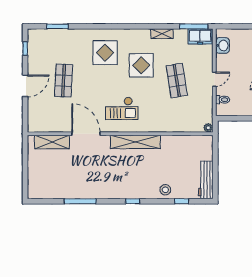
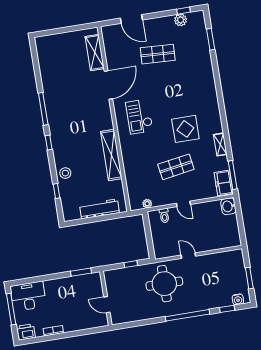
washbasin: (222, 45) -> (228, 206), moved, turned 90
plant: (34, 53) -> (181, 20), added
display table: (105, 53) -> (192, 91), removed
door: (25, 86) -> (131, 19), moved
plant: (208, 128) -> (147, 204), moved
shelving: (135, 142) -> (111, 155), moved
workbench: (206, 180) -> (99, 209), moved
window: (80, 201) -> (43, 109), moved

